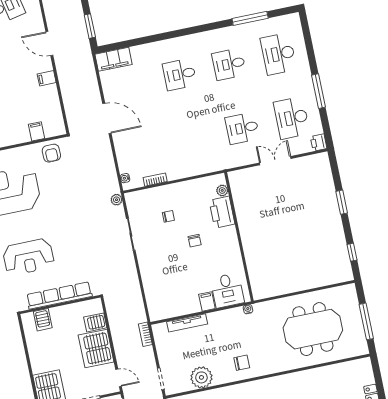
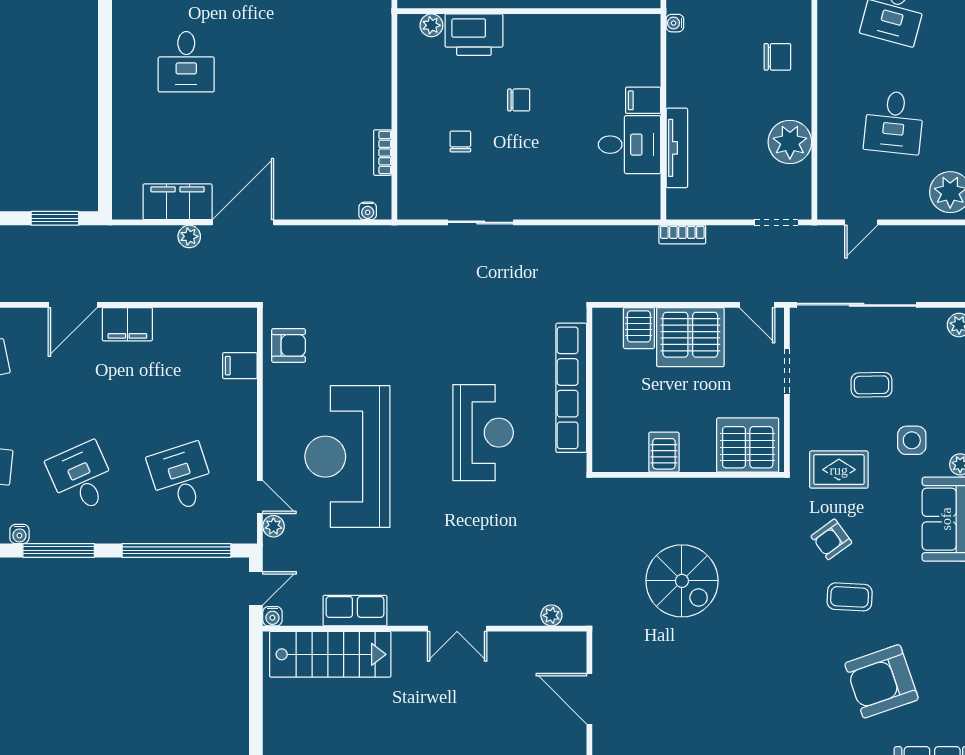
filing cabinet: (114, 59) -> (178, 202), moved, turned -90
filing cabinet: (47, 78) -> (127, 324), width x2.00
plant: (117, 200) -> (189, 236), moved
desk: (227, 290) -> (629, 145), moved
server rack: (43, 320) -> (664, 452), moved, turned -90
chair: (242, 363) -> (777, 57), turned 90
door: (119, 378) -> (757, 305), swing flipped

